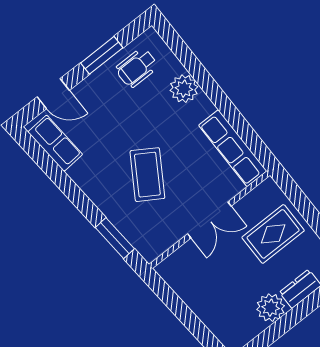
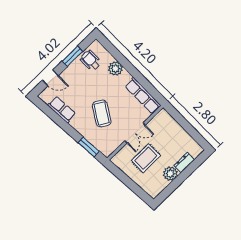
wheelchair: (137, 68) -> (91, 60), turned 90
row of seats: (55, 143) -> (62, 110), moved
rug: (273, 234) -> (146, 158), moved

